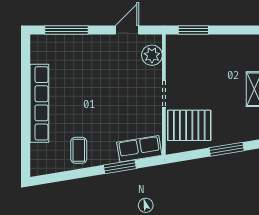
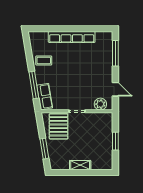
window: (193, 30) -> (115, 141), moved
window: (120, 167) -> (34, 85), width x1.44

